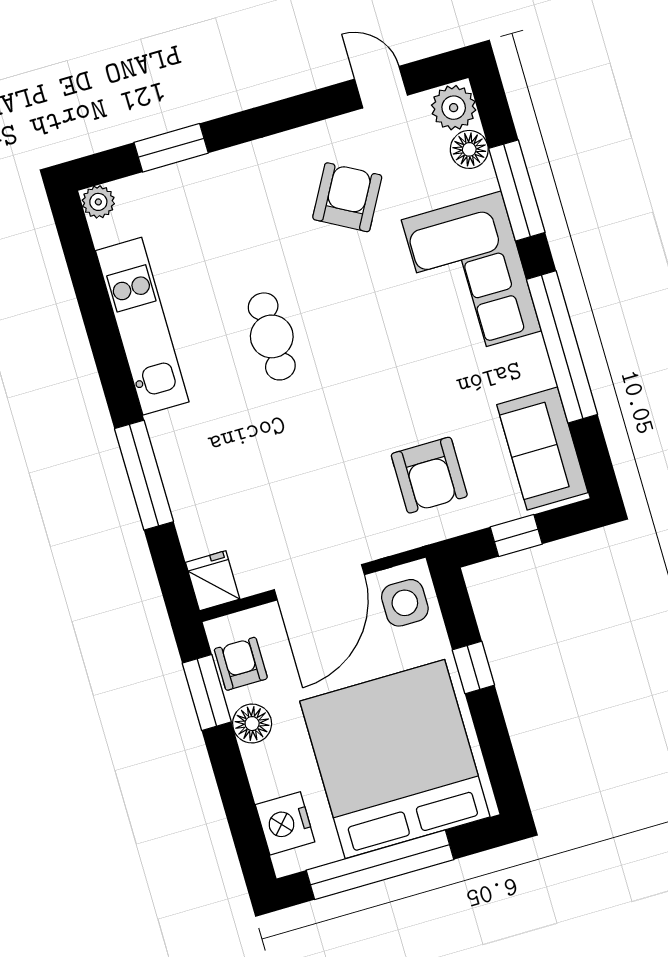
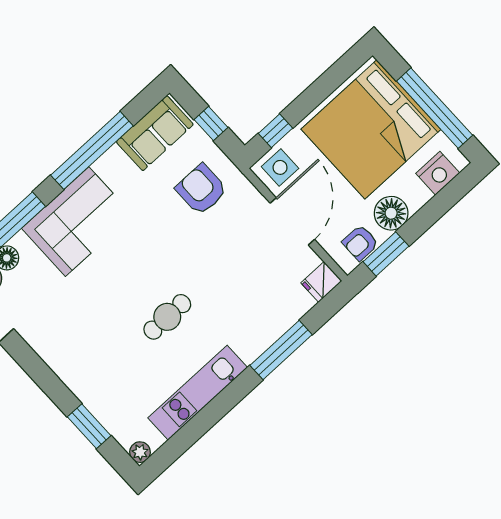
armchair: (347, 197) -> (68, 313), removed
armchair: (429, 475) -> (201, 189), turned -90
door: (319, 582) -> (292, 221), hinge flipped
window: (473, 667) -> (276, 131), moved
floor lamp: (252, 724) -> (391, 213), width x1.38, depth x1.38

